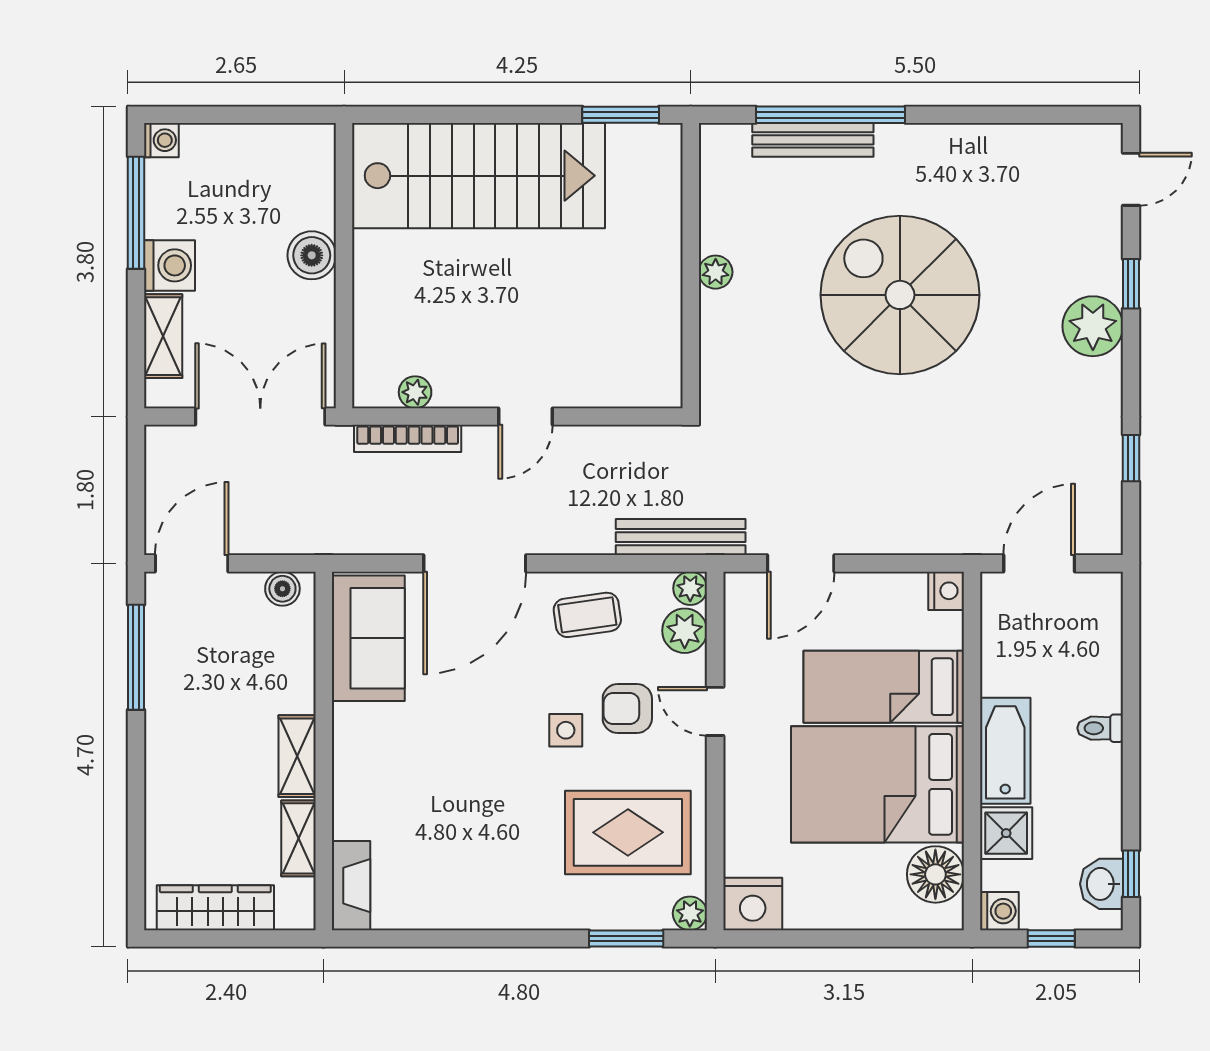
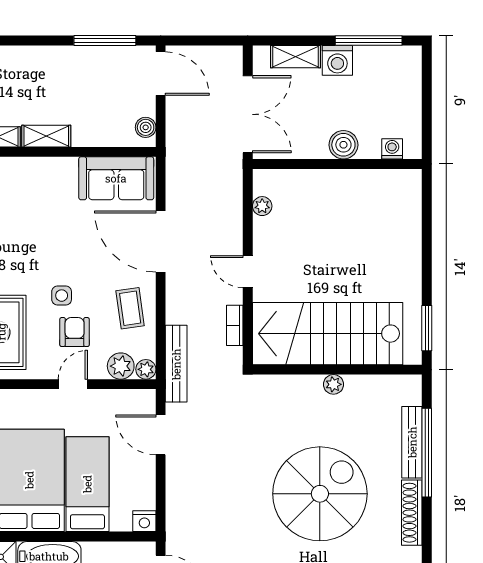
washing machine: (161, 140) -> (392, 149), moved, turned 180
shoe rack: (932, 140) -> (412, 513), added
stairs: (479, 176) -> (328, 334), moved, turned 90
bookcase: (408, 438) -> (235, 325), moved, width x0.64

